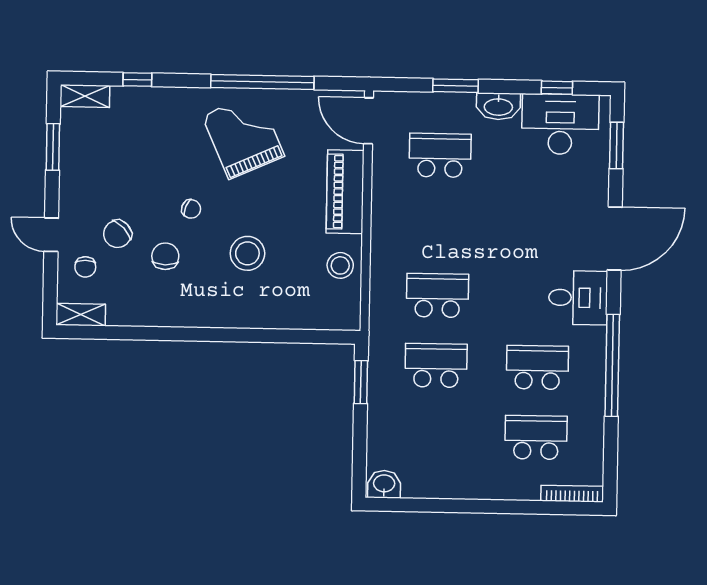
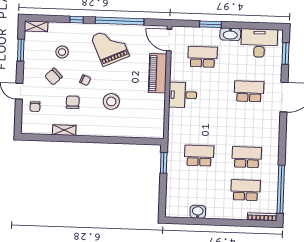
window: (137, 80) -> (77, 20), moved
window: (557, 88) -> (258, 26), removed
chair: (117, 234) -> (53, 77), moved
stool: (340, 265) -> (62, 52), moved
school desk: (437, 295) -> (249, 91), moved
desk: (578, 298) -> (183, 95), moved, turned 180
shelving: (81, 315) -> (64, 130), moved
window: (612, 365) -> (281, 189), moved
washbasin: (384, 484) -> (198, 212), moved

